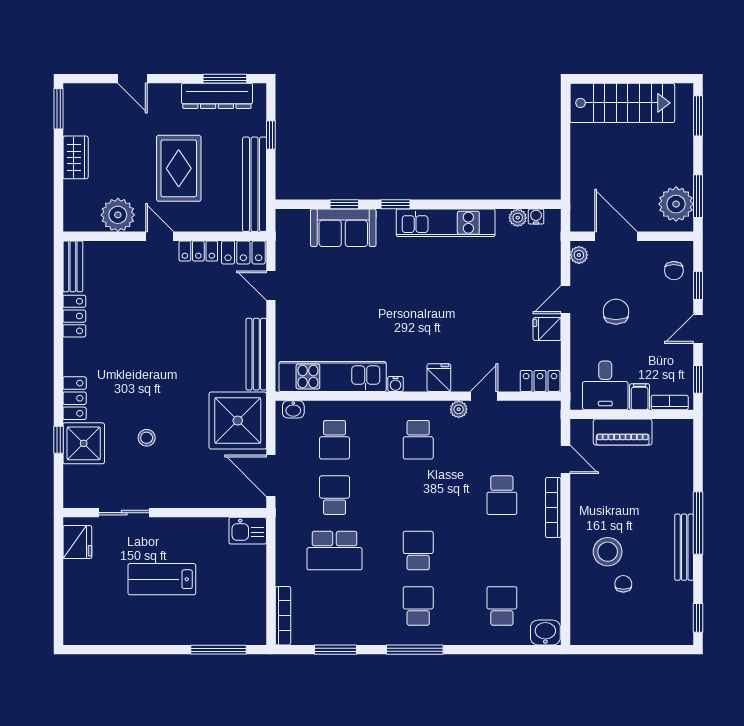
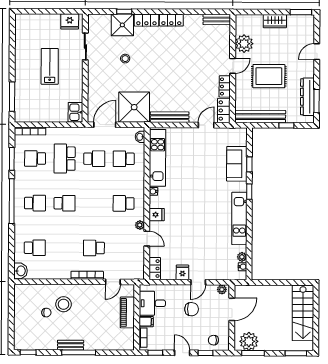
door: (566, 300) -> (198, 282), swing flipped
locker: (74, 316) -> (171, 20), moved
bench: (684, 547) -> (71, 345), width x0.73
school desk: (335, 606) -> (35, 158), added
window: (415, 650) -> (12, 201), width x1.46

